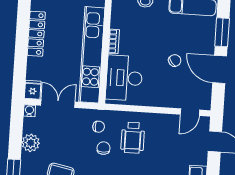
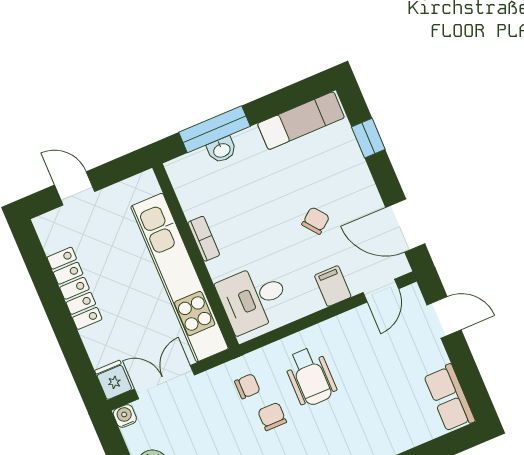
window: (222, 32) -> (368, 138), width x0.67
door: (220, 69) -> (405, 226), moved
desk: (124, 78) -> (253, 298), width x0.73
filing cabinet: (167, 98) -> (333, 286), added

